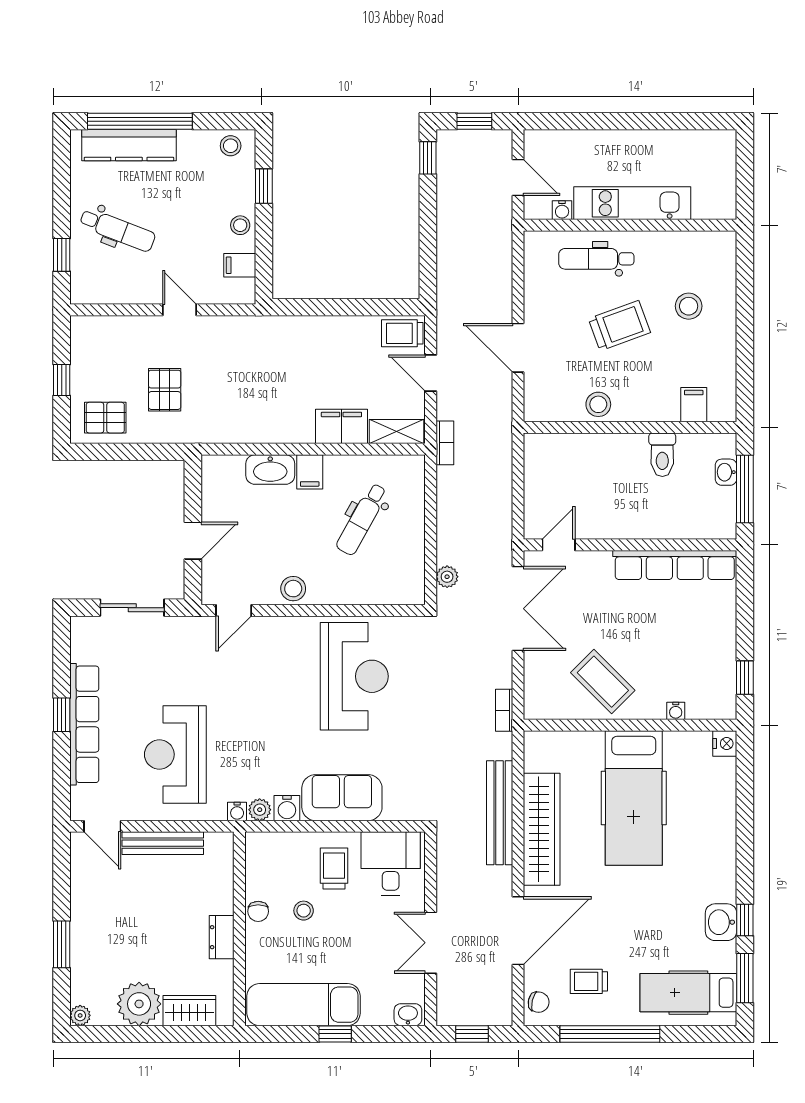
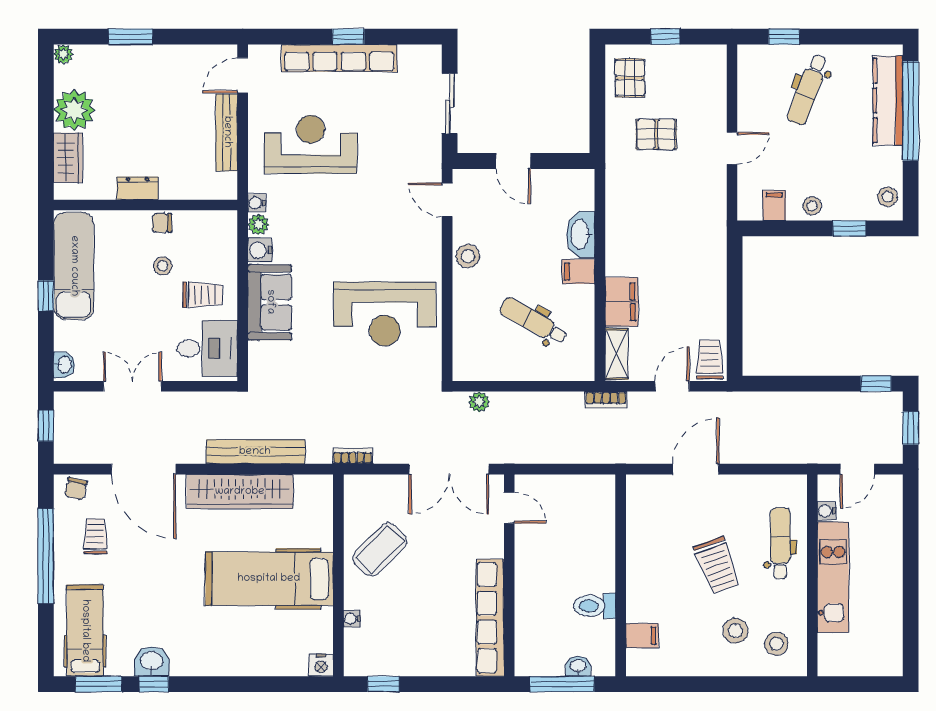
stool: (598, 404) -> (776, 644), moved

